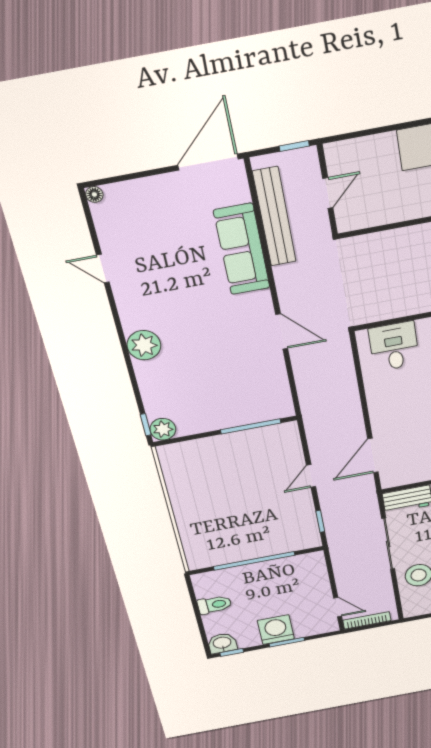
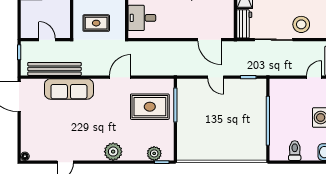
rug: (373, 273) -> (96, 23), added
rug: (239, 388) -> (150, 107), added
plant: (163, 429) -> (154, 153), moved

